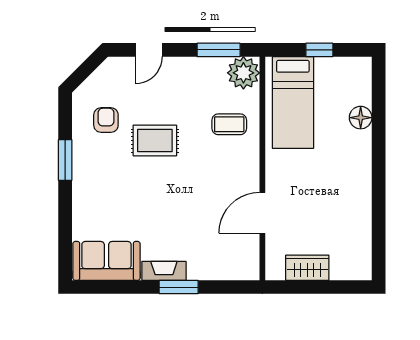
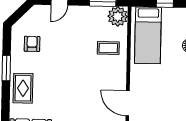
rug: (155, 141) -> (23, 88), moved, turned 90
door: (262, 213) -> (128, 103), hinge flipped

